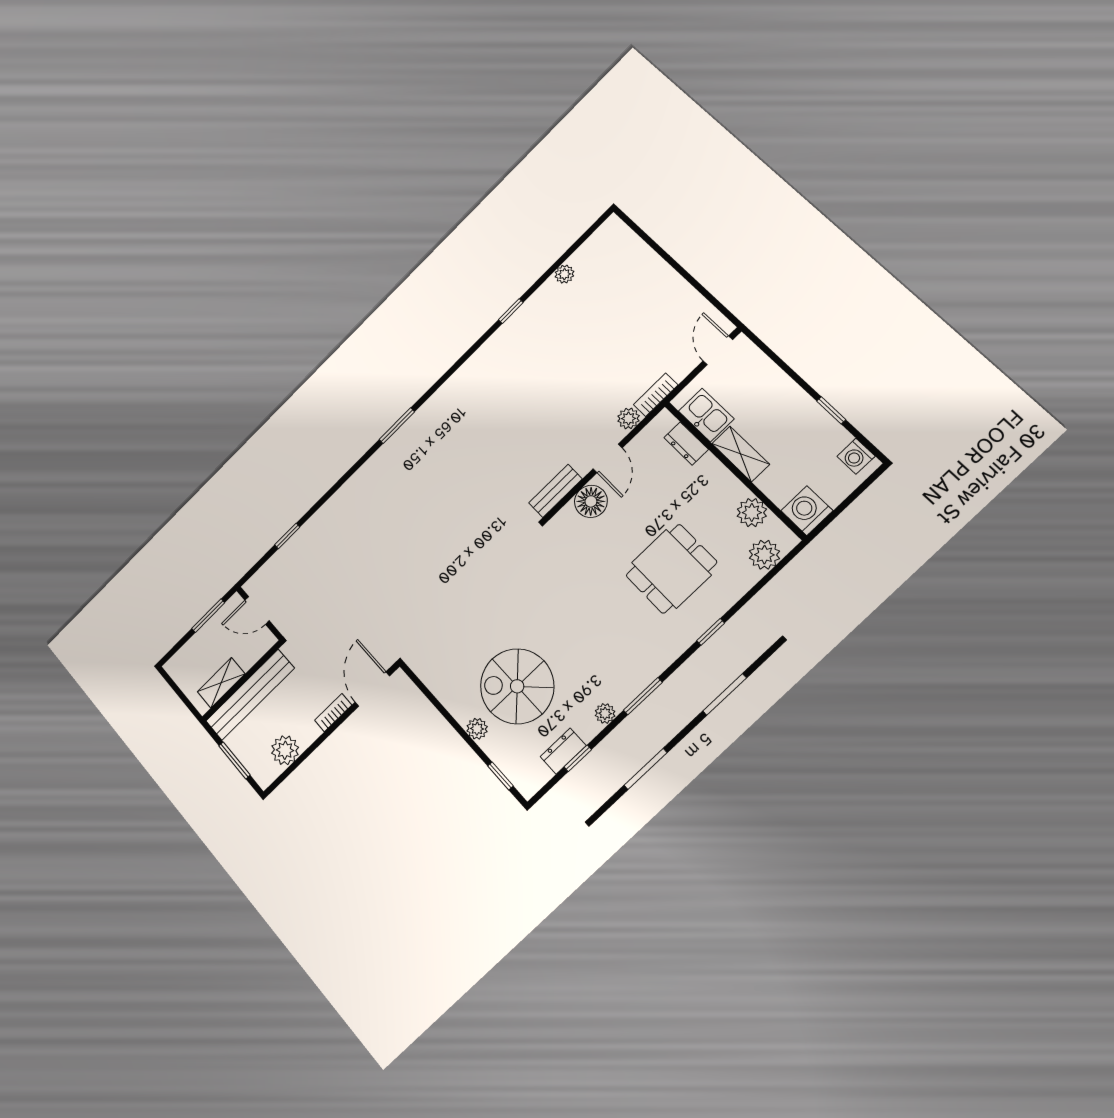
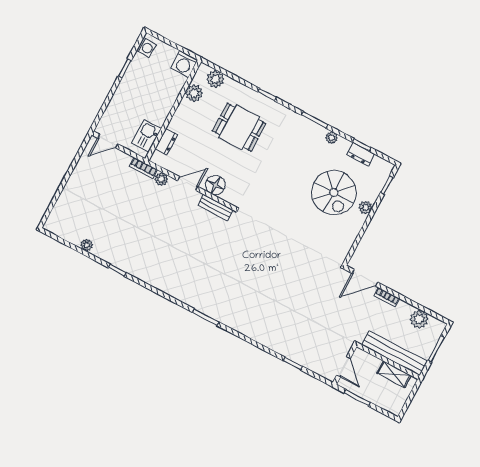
shelving: (741, 454) -> (163, 110), removed

